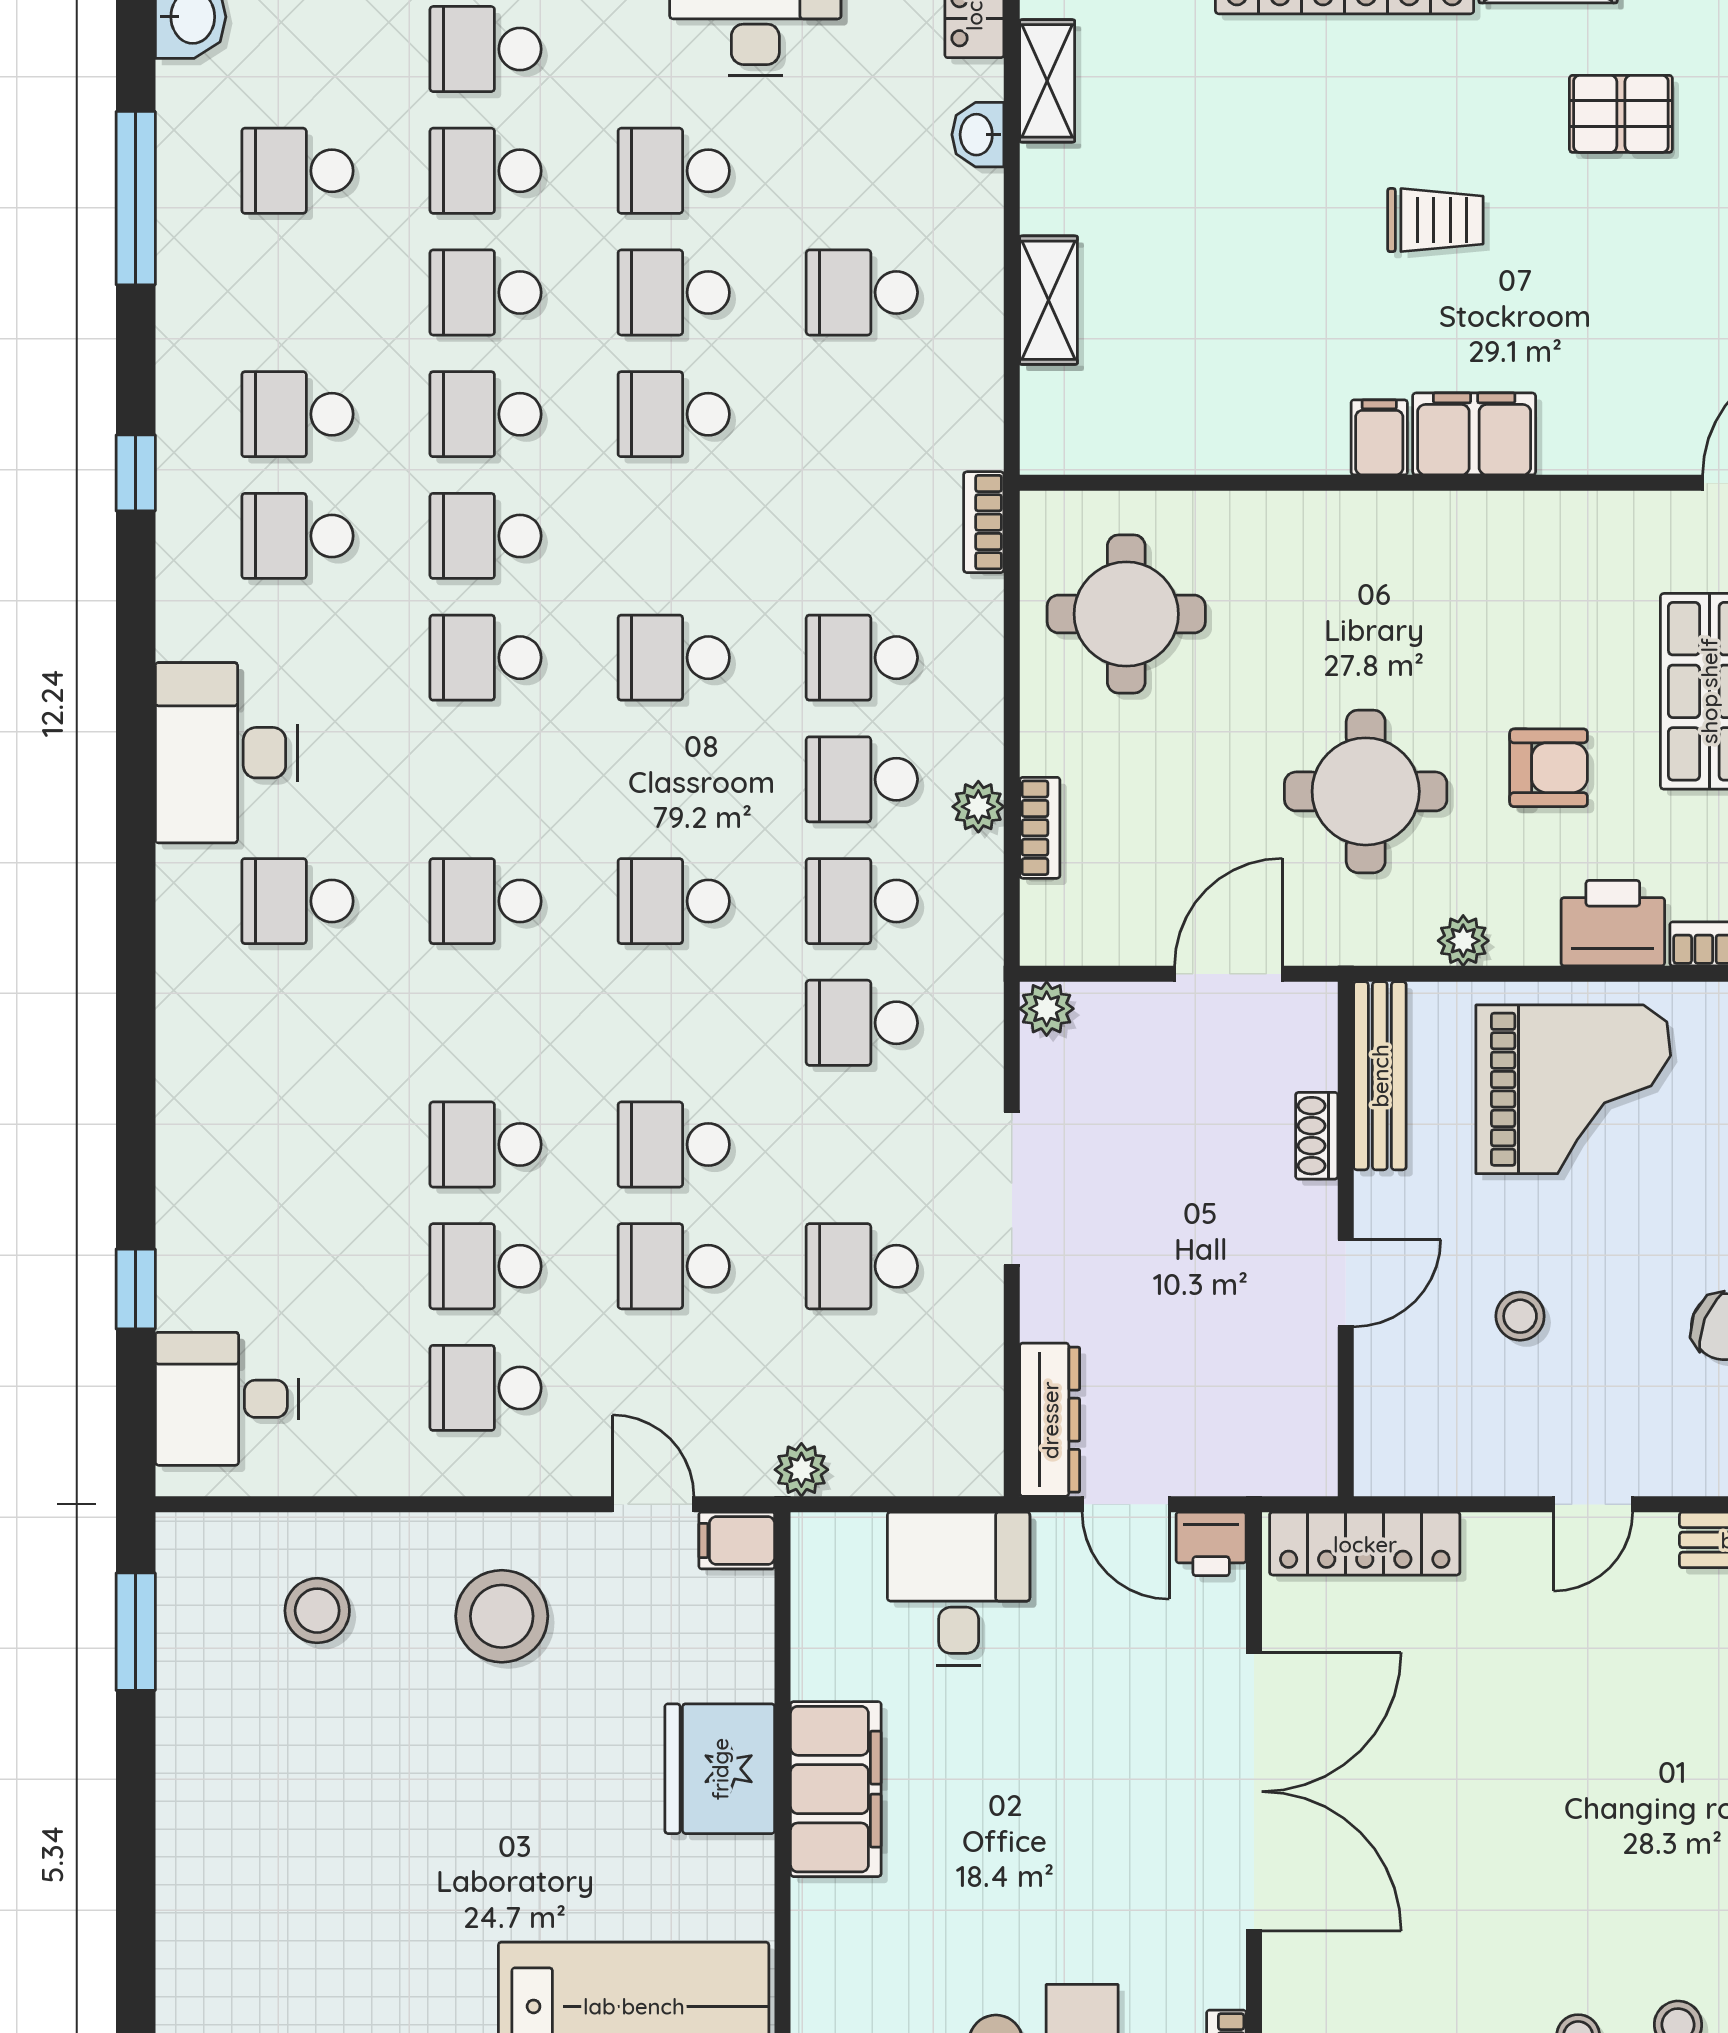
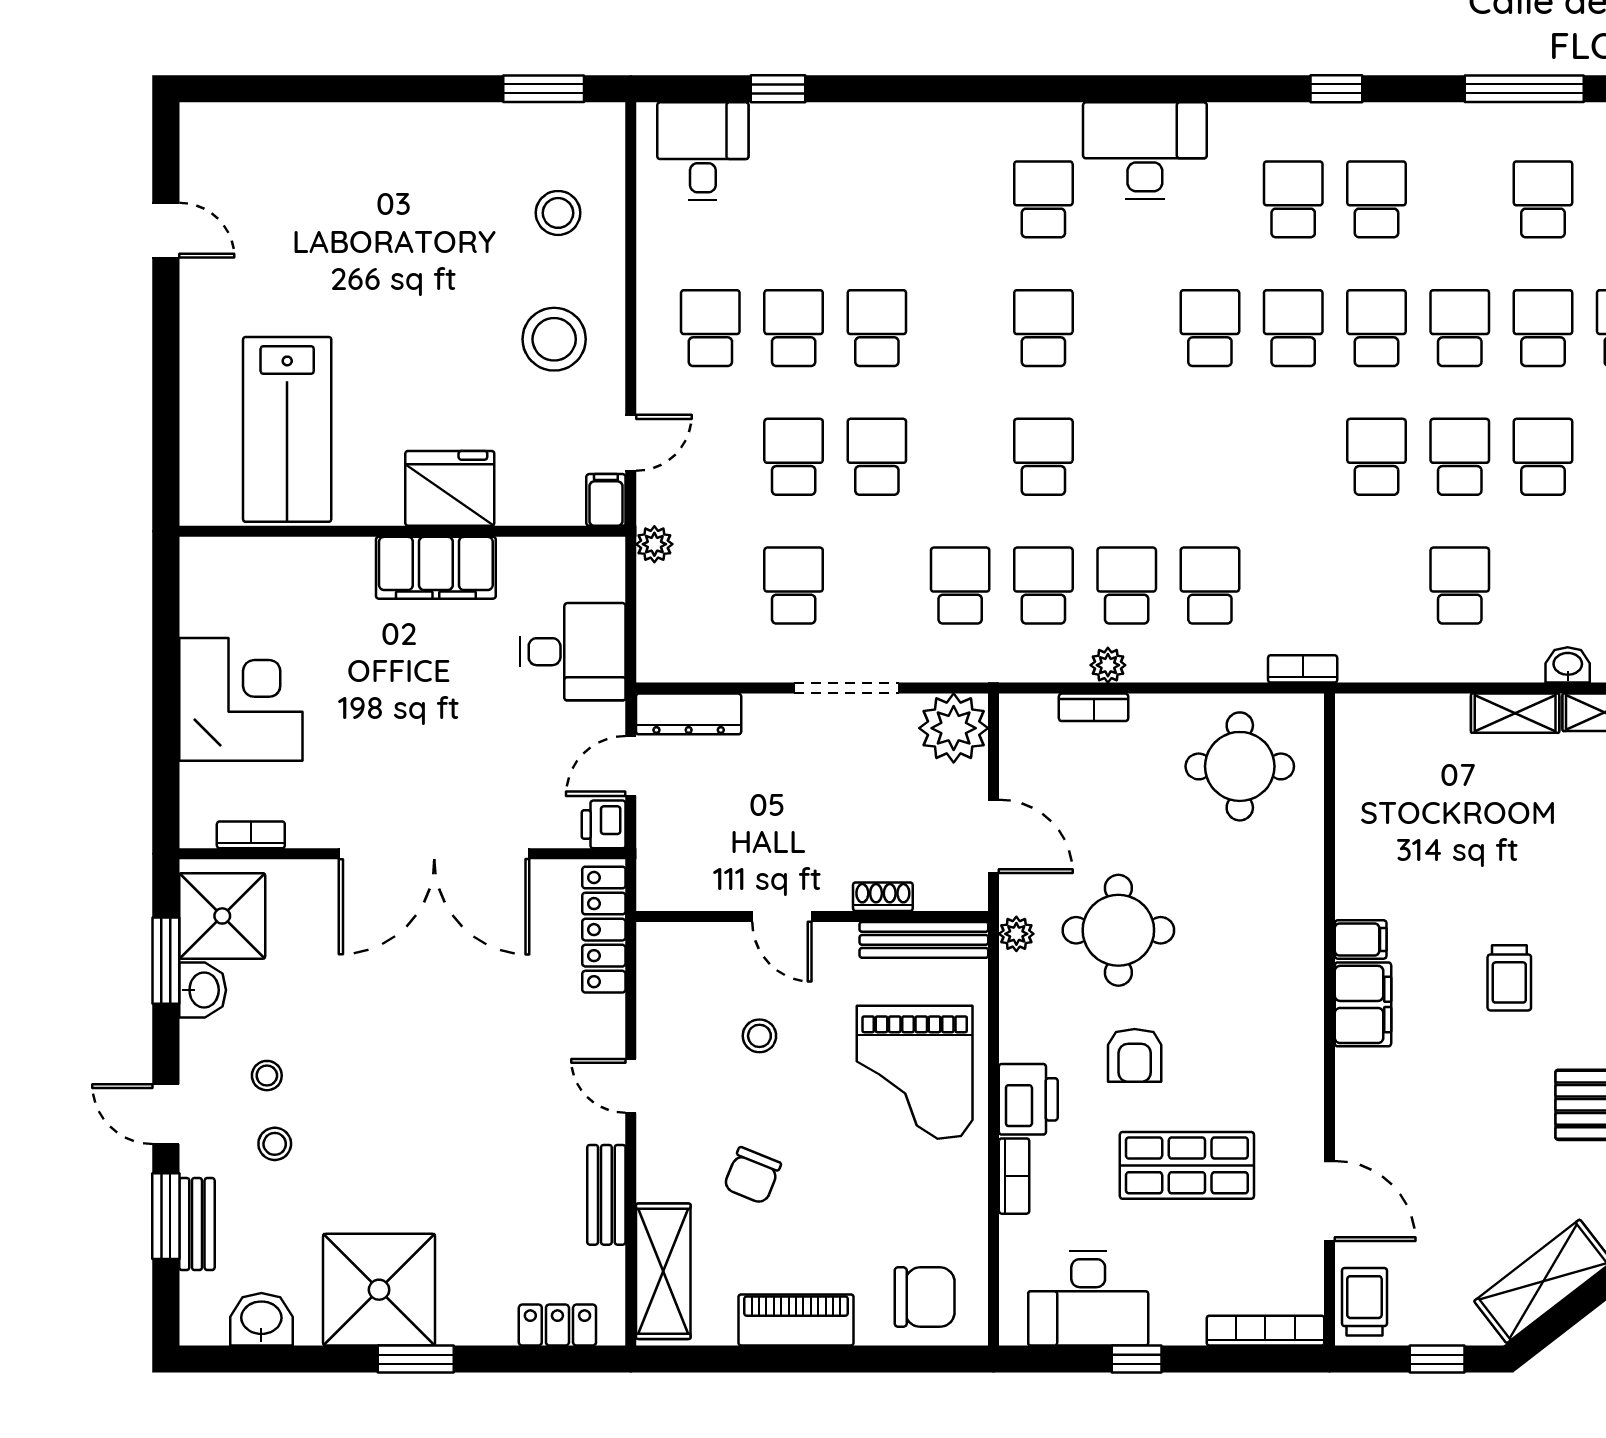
shelving: (1048, 300) -> (1515, 713), moved
school desk: (674, 658) -> (1210, 457), removed
plant: (1463, 941) -> (1016, 934), moved
plant: (1047, 1009) -> (954, 728), width x1.88, depth x1.88

